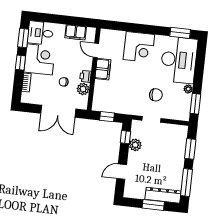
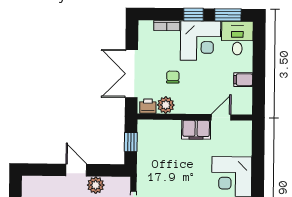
filing cabinet: (76, 32) -> (243, 80), width x0.50
printer: (85, 76) -> (148, 106), moved
window: (125, 137) -> (105, 170), removed
door: (122, 172) -> (76, 170), moved

